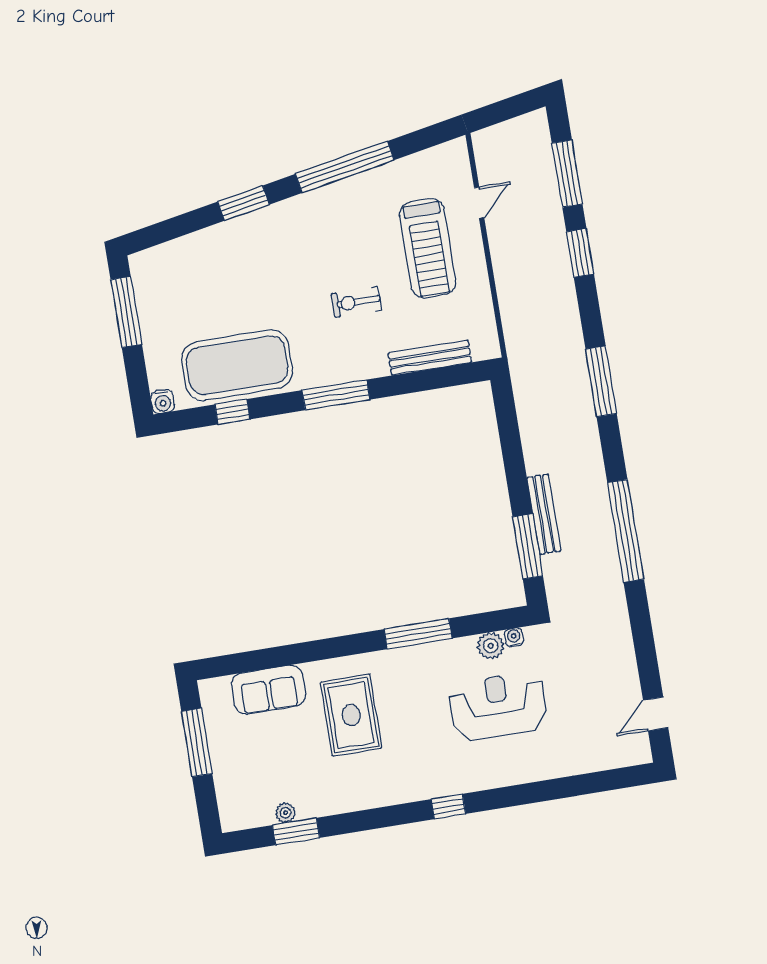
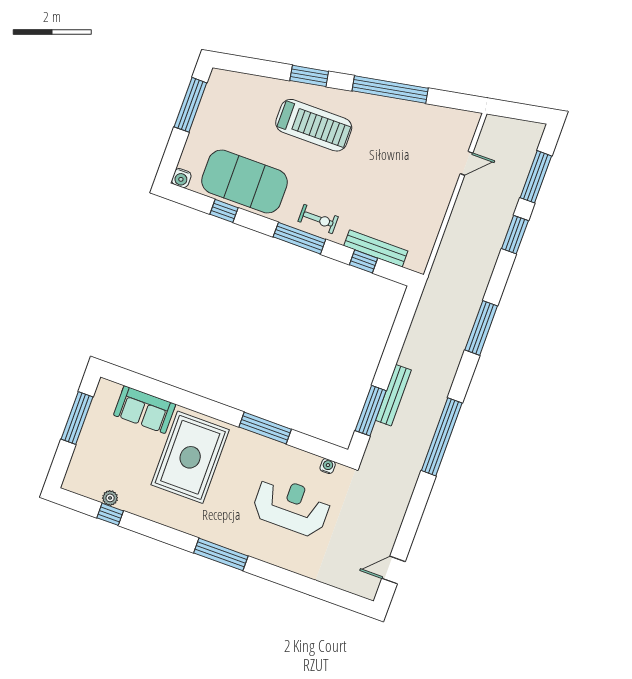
treadmill: (428, 248) -> (314, 125), moved, turned -90
exercise bike: (356, 302) -> (318, 219), moved, turned 180
window: (424, 380) -> (364, 261), added
plant: (491, 646) -> (309, 463), removed
rug: (351, 715) -> (190, 457), width x1.37, depth x1.44
window: (448, 806) -> (221, 554), width x2.17
window: (296, 831) -> (110, 514), width x0.67

